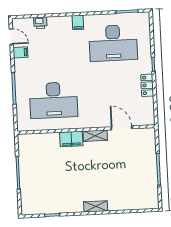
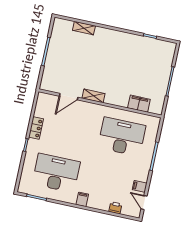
door: (121, 128) -> (69, 97), hinge flipped
filing cabinet: (71, 139) -> (139, 104), moved
shelving: (96, 206) -> (84, 28), moved

